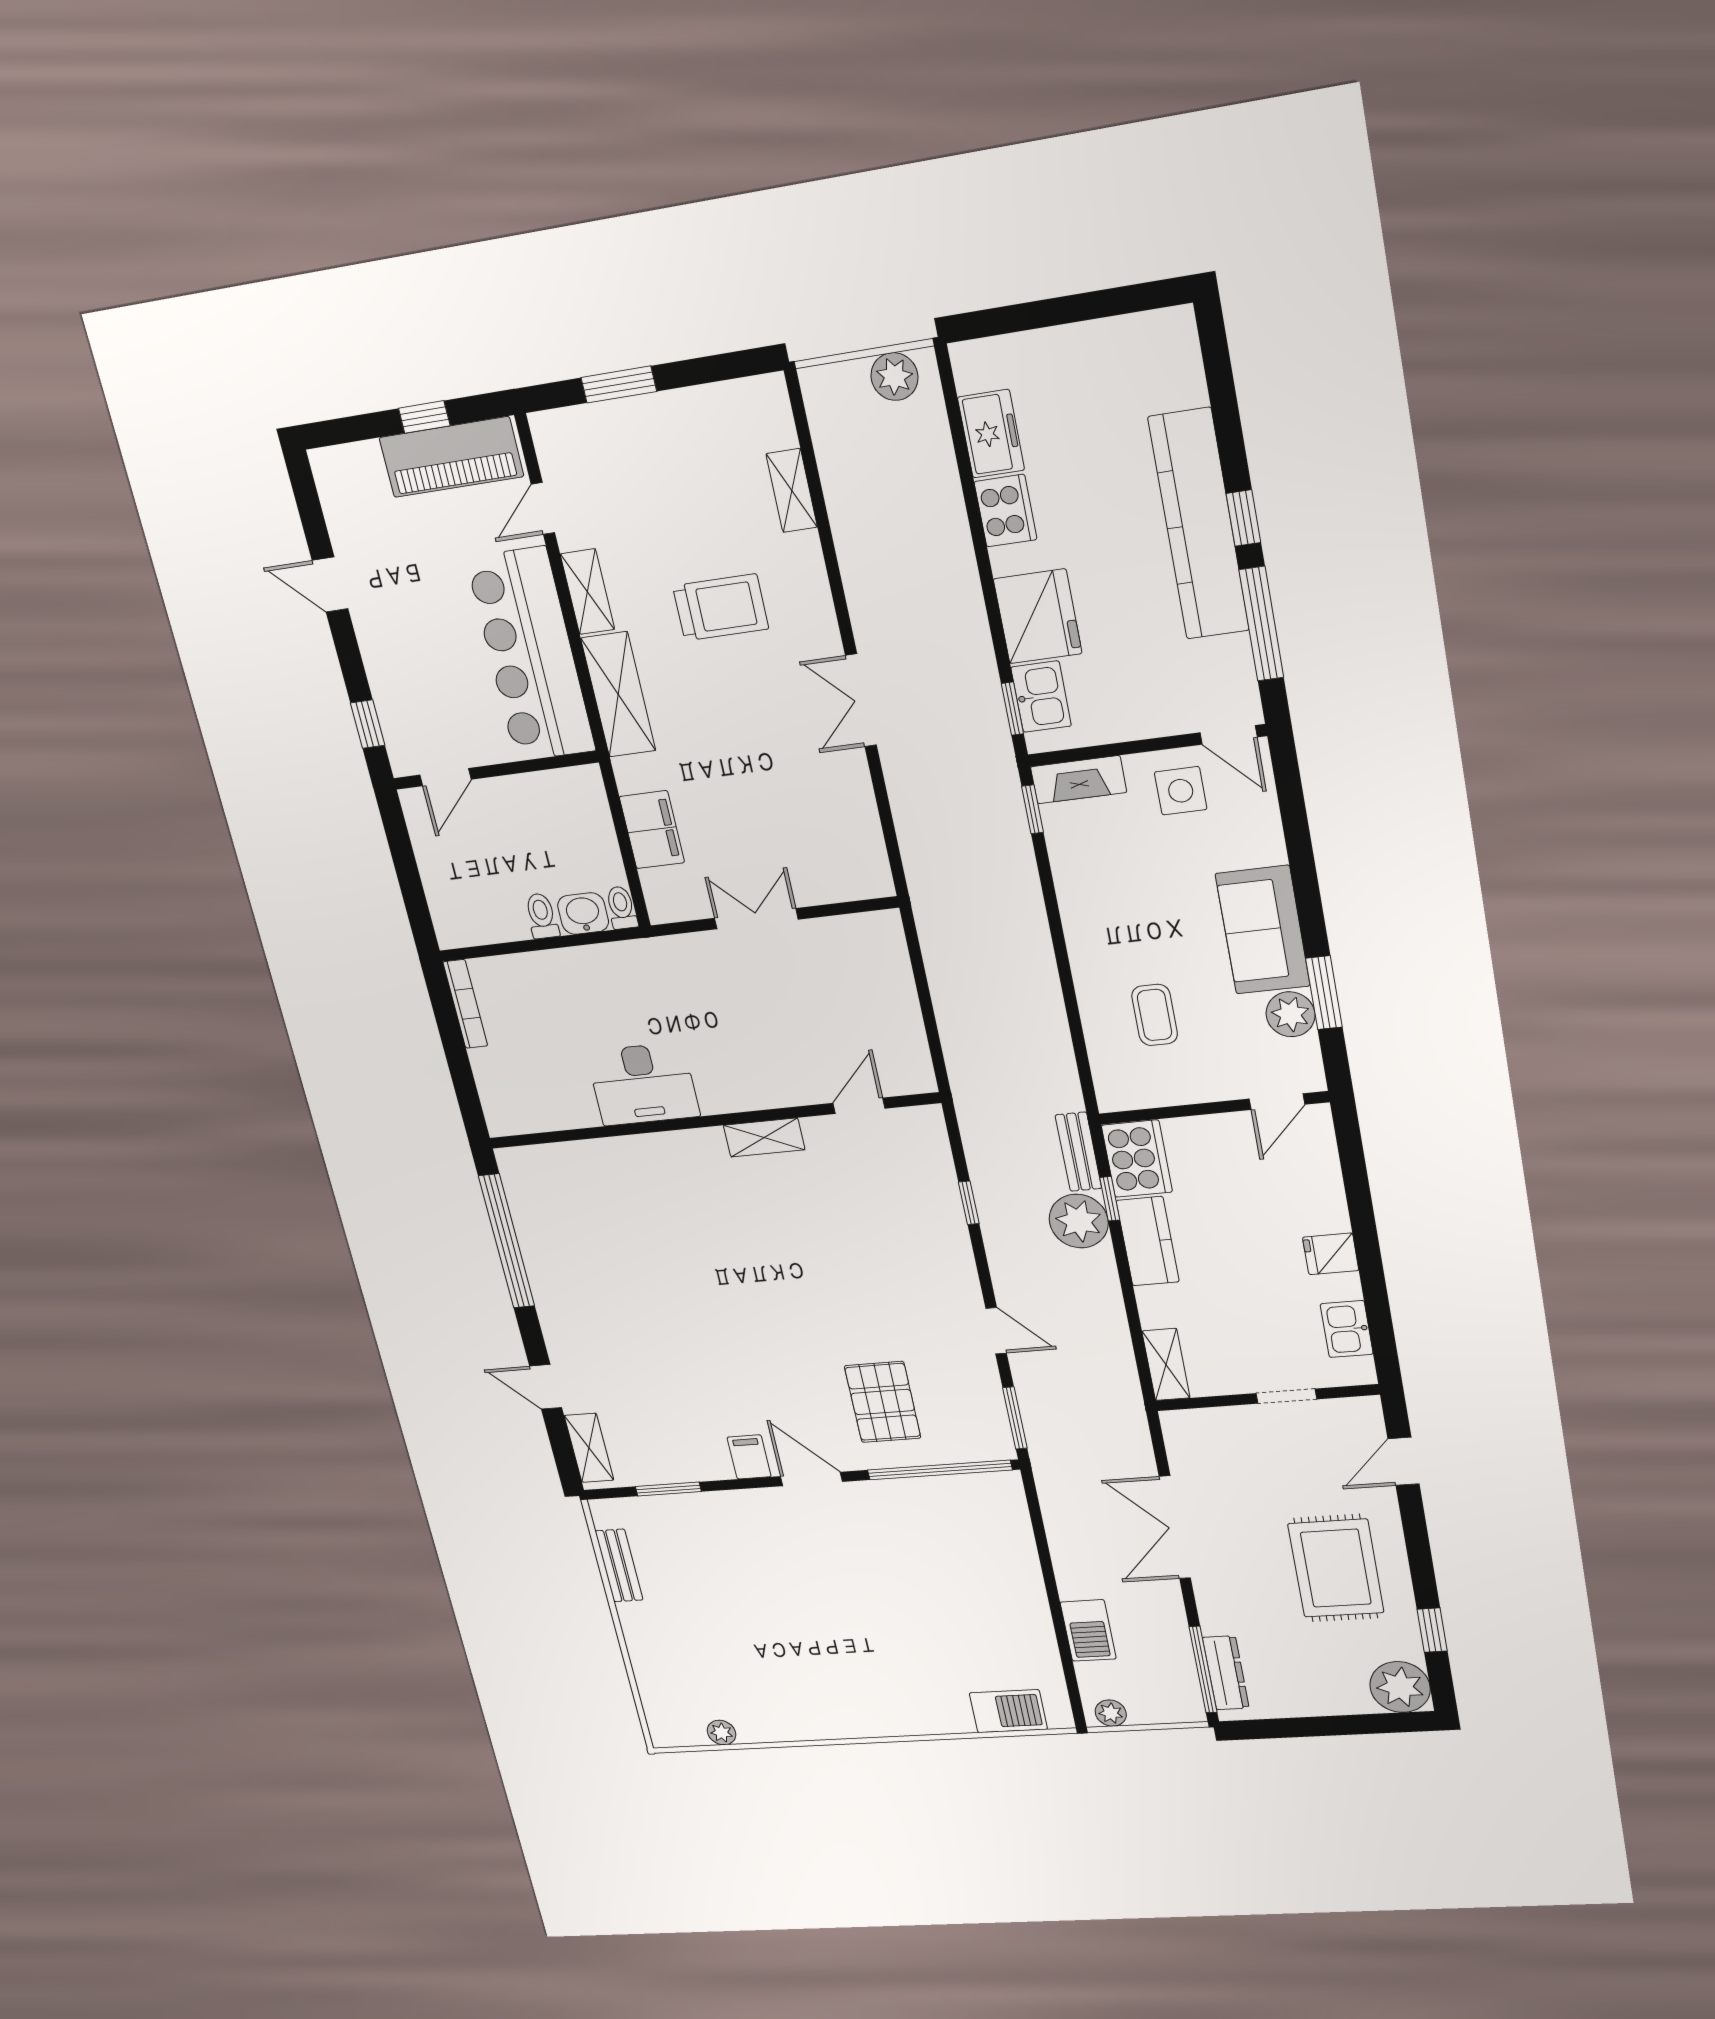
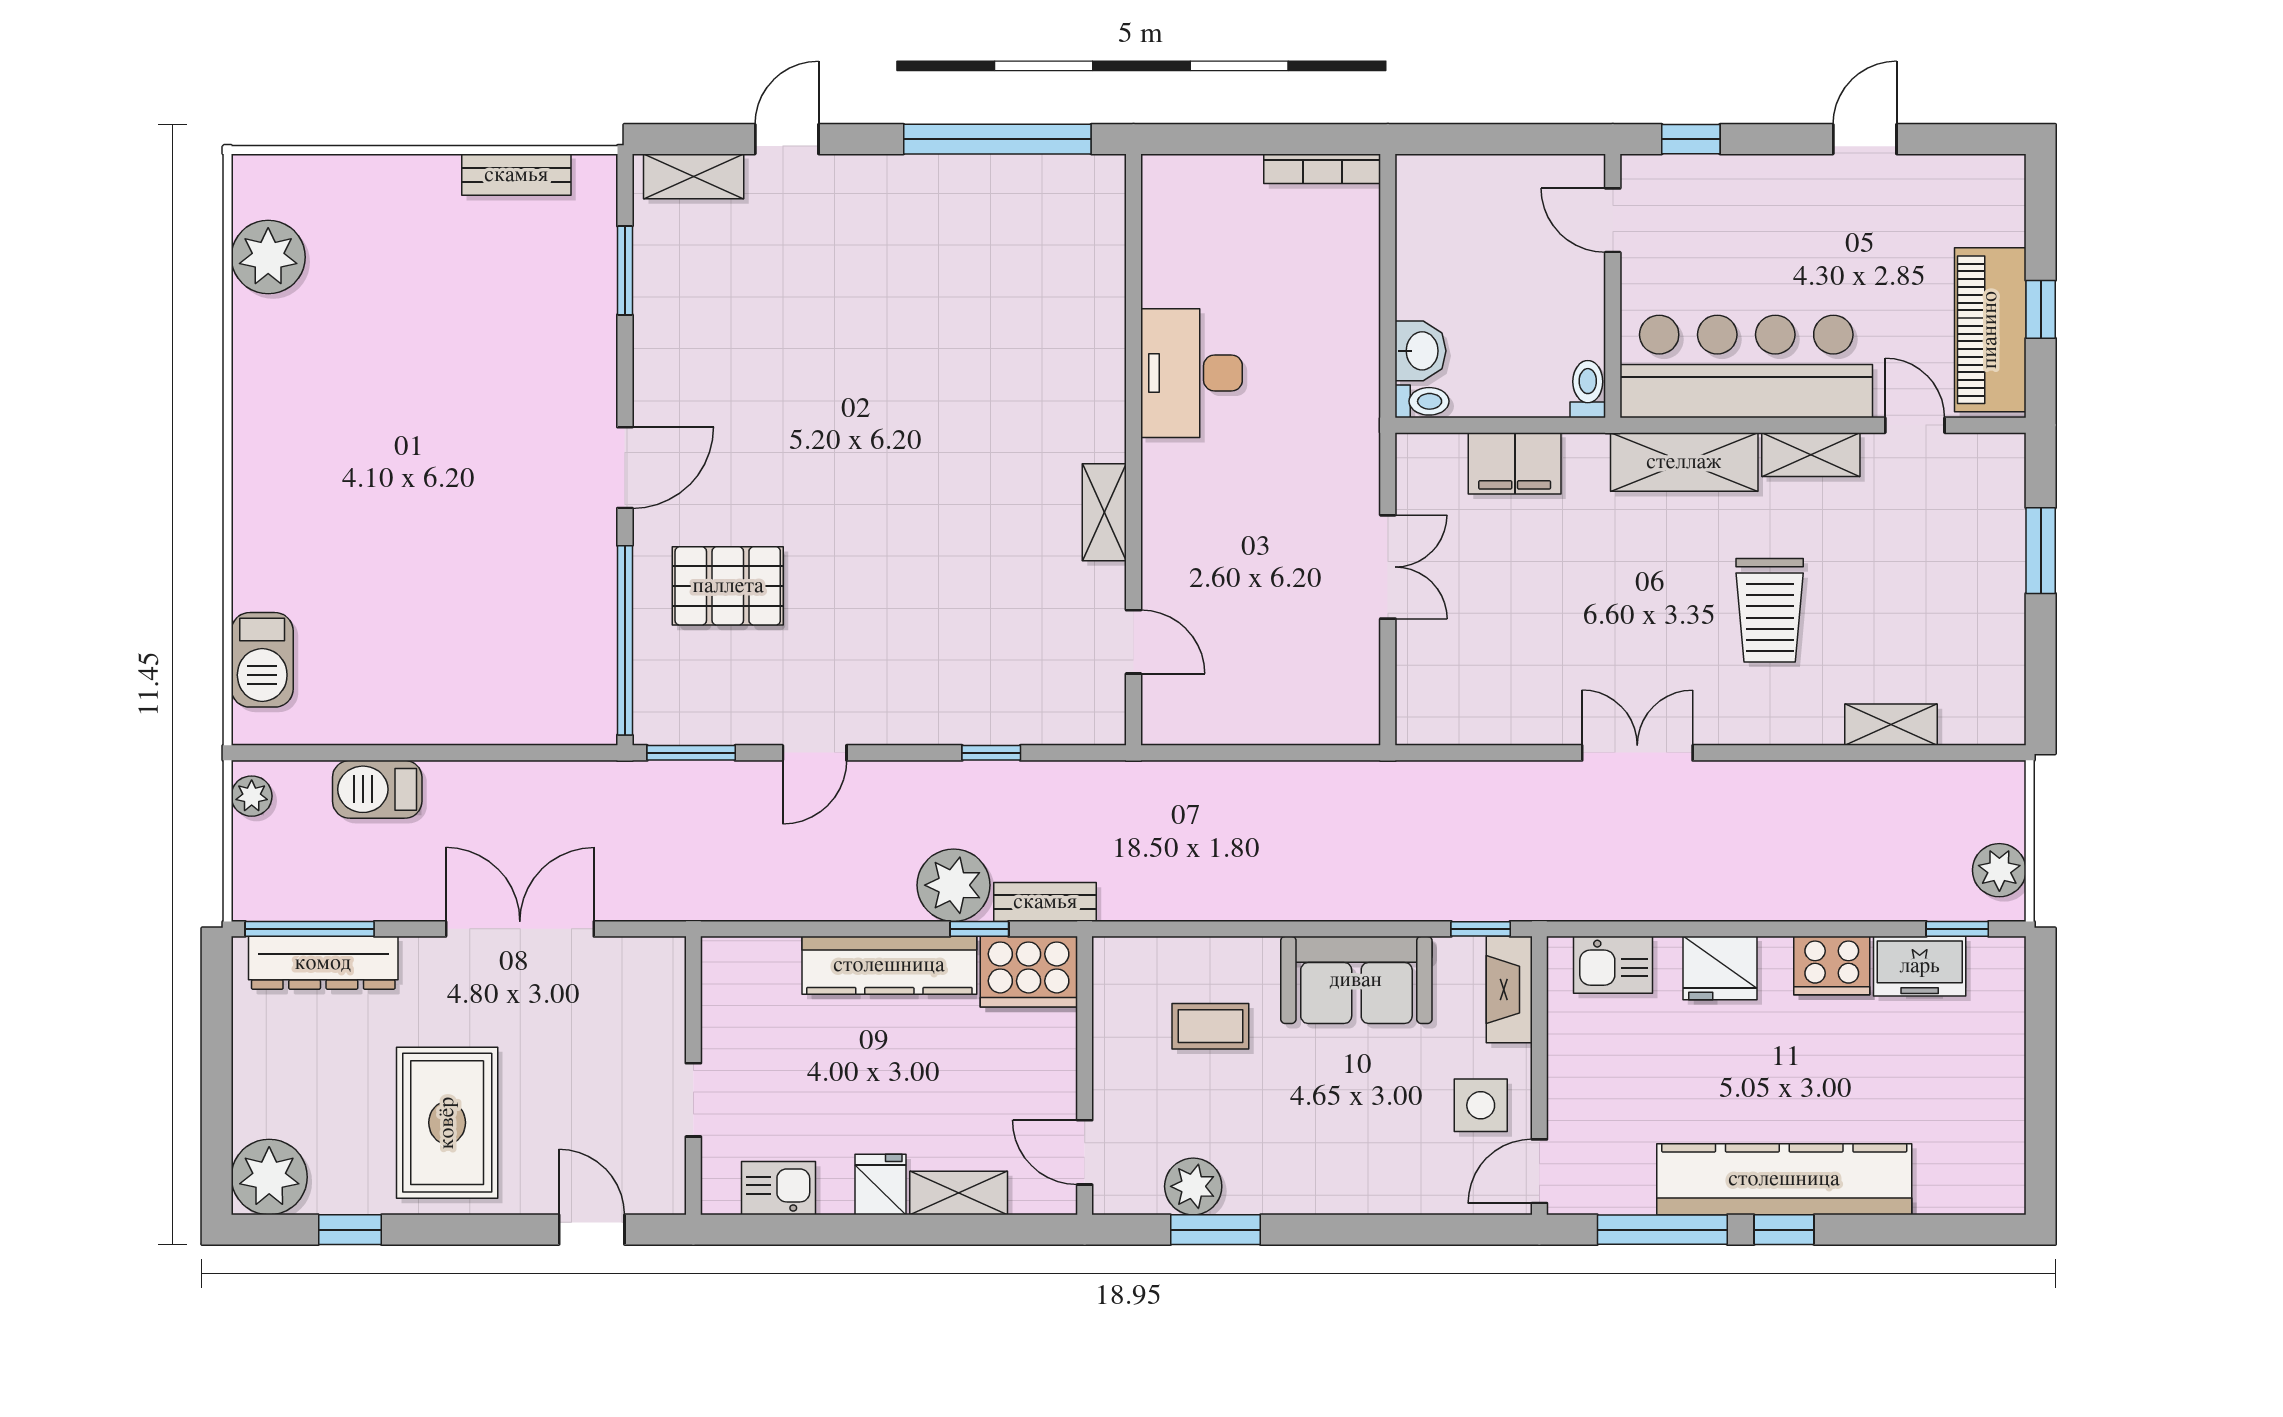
fridge: (1038, 616) -> (1720, 968), width x0.73, depth x0.75
window: (1012, 709) -> (1957, 929), moved
toilet: (542, 916) -> (1588, 389), moved, turned -90
sofa: (1263, 930) -> (1356, 980), moved, turned 180
kitchen counter: (1148, 1241) -> (889, 965), width x1.50
shelving: (1166, 1365) -> (959, 1193), moved
filing cabinet: (749, 1457) -> (663, 391), removed
rug: (1336, 1568) -> (447, 1123), turned 90
dresser: (1226, 1673) -> (323, 963), width x1.37, depth x1.24
plant: (722, 1733) -> (268, 257), width x1.88, depth x1.88

